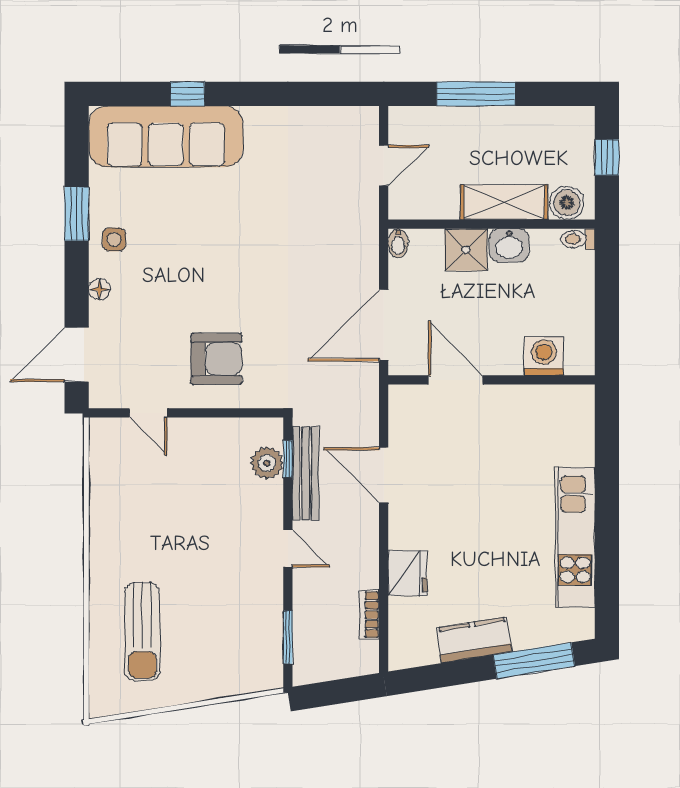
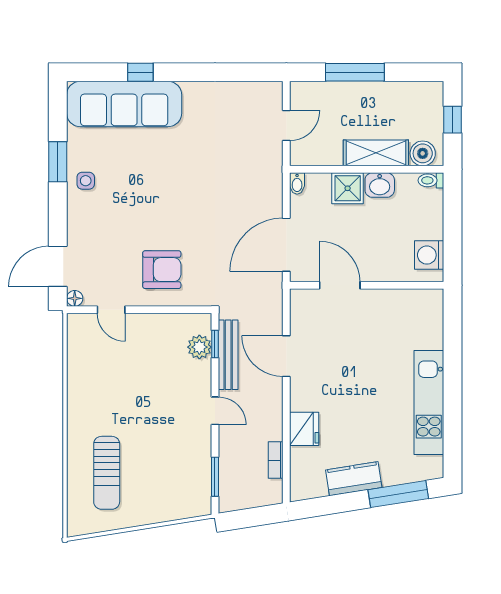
floor lamp: (99, 289) -> (75, 298), moved
washing machine: (544, 356) -> (429, 255), moved, turned -90

